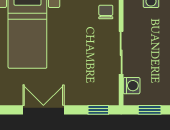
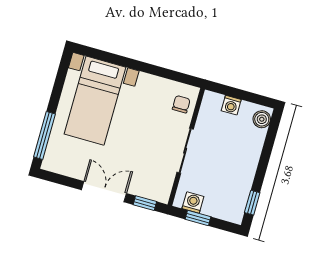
washing machine: (132, 86) -> (193, 202), moved, turned -90
double door: (43, 110) -> (104, 192), moved

